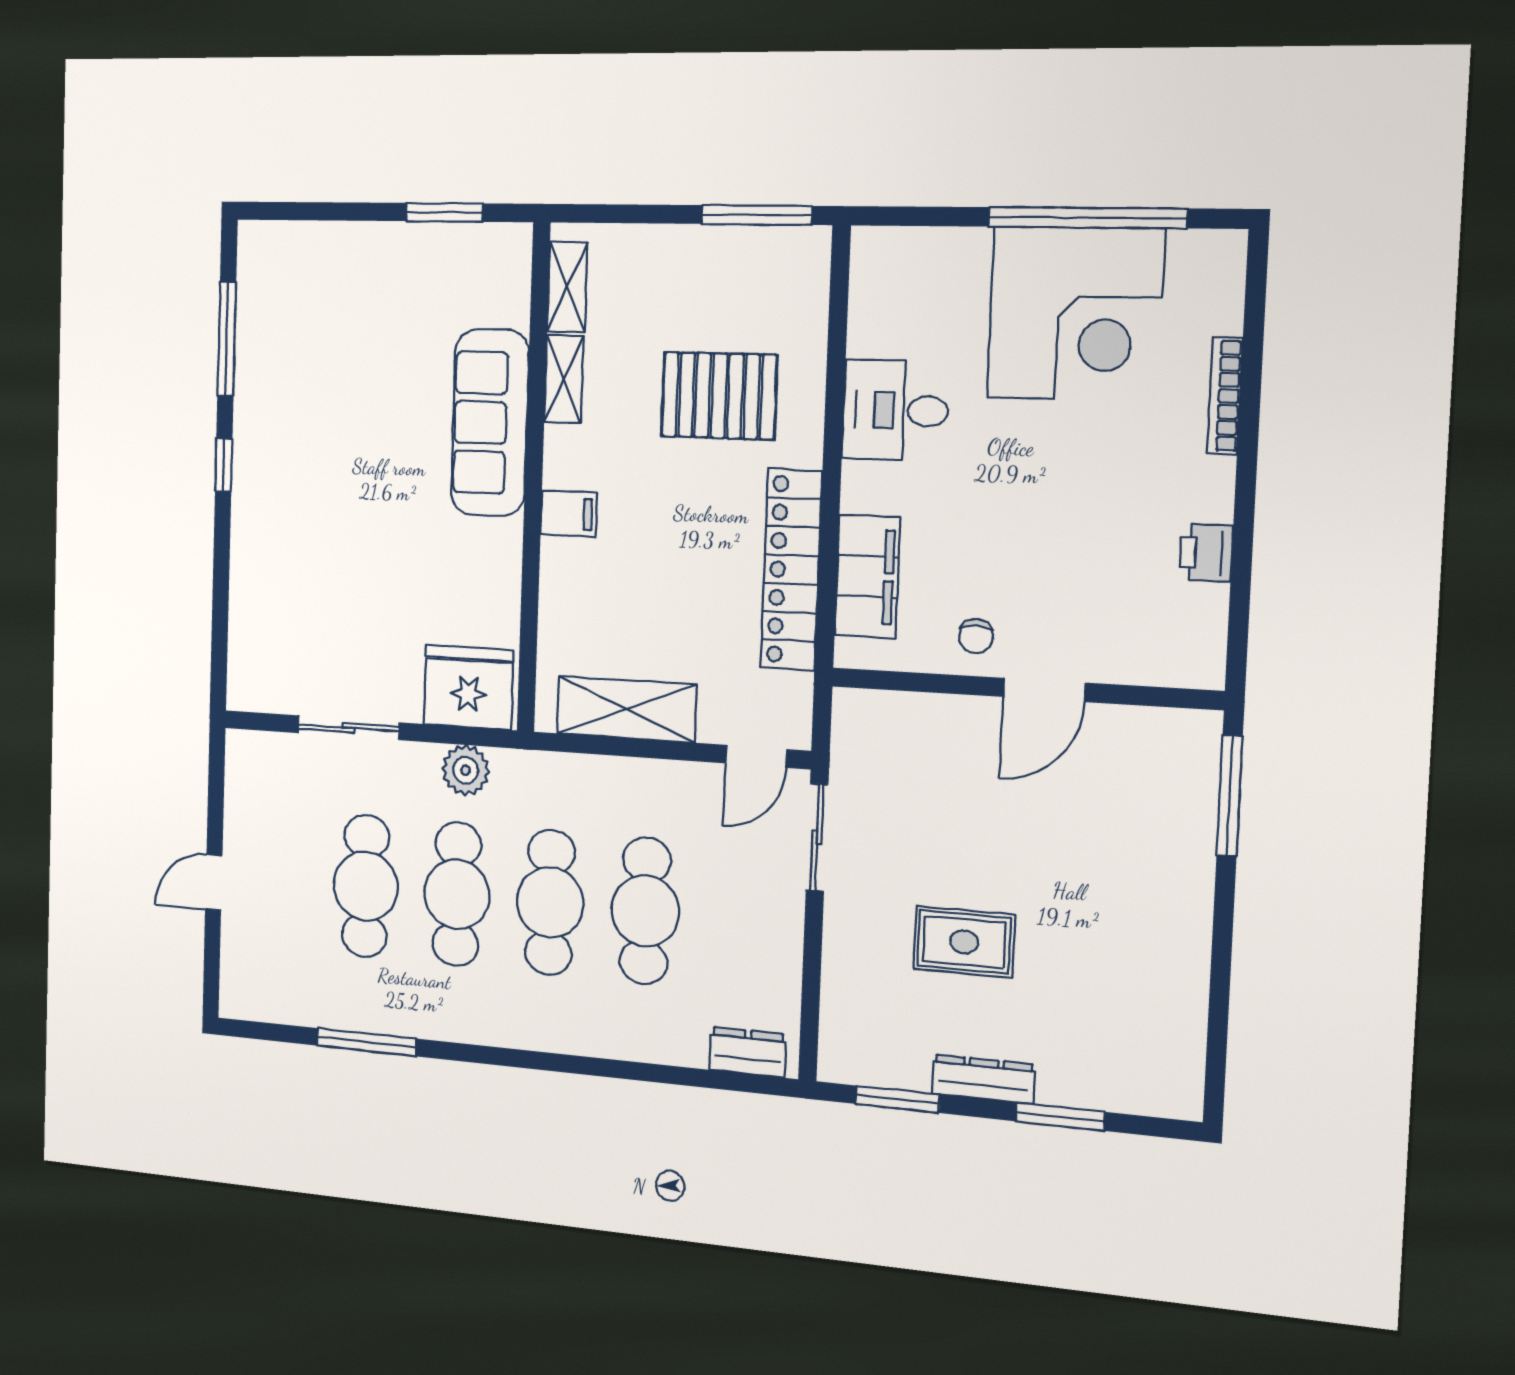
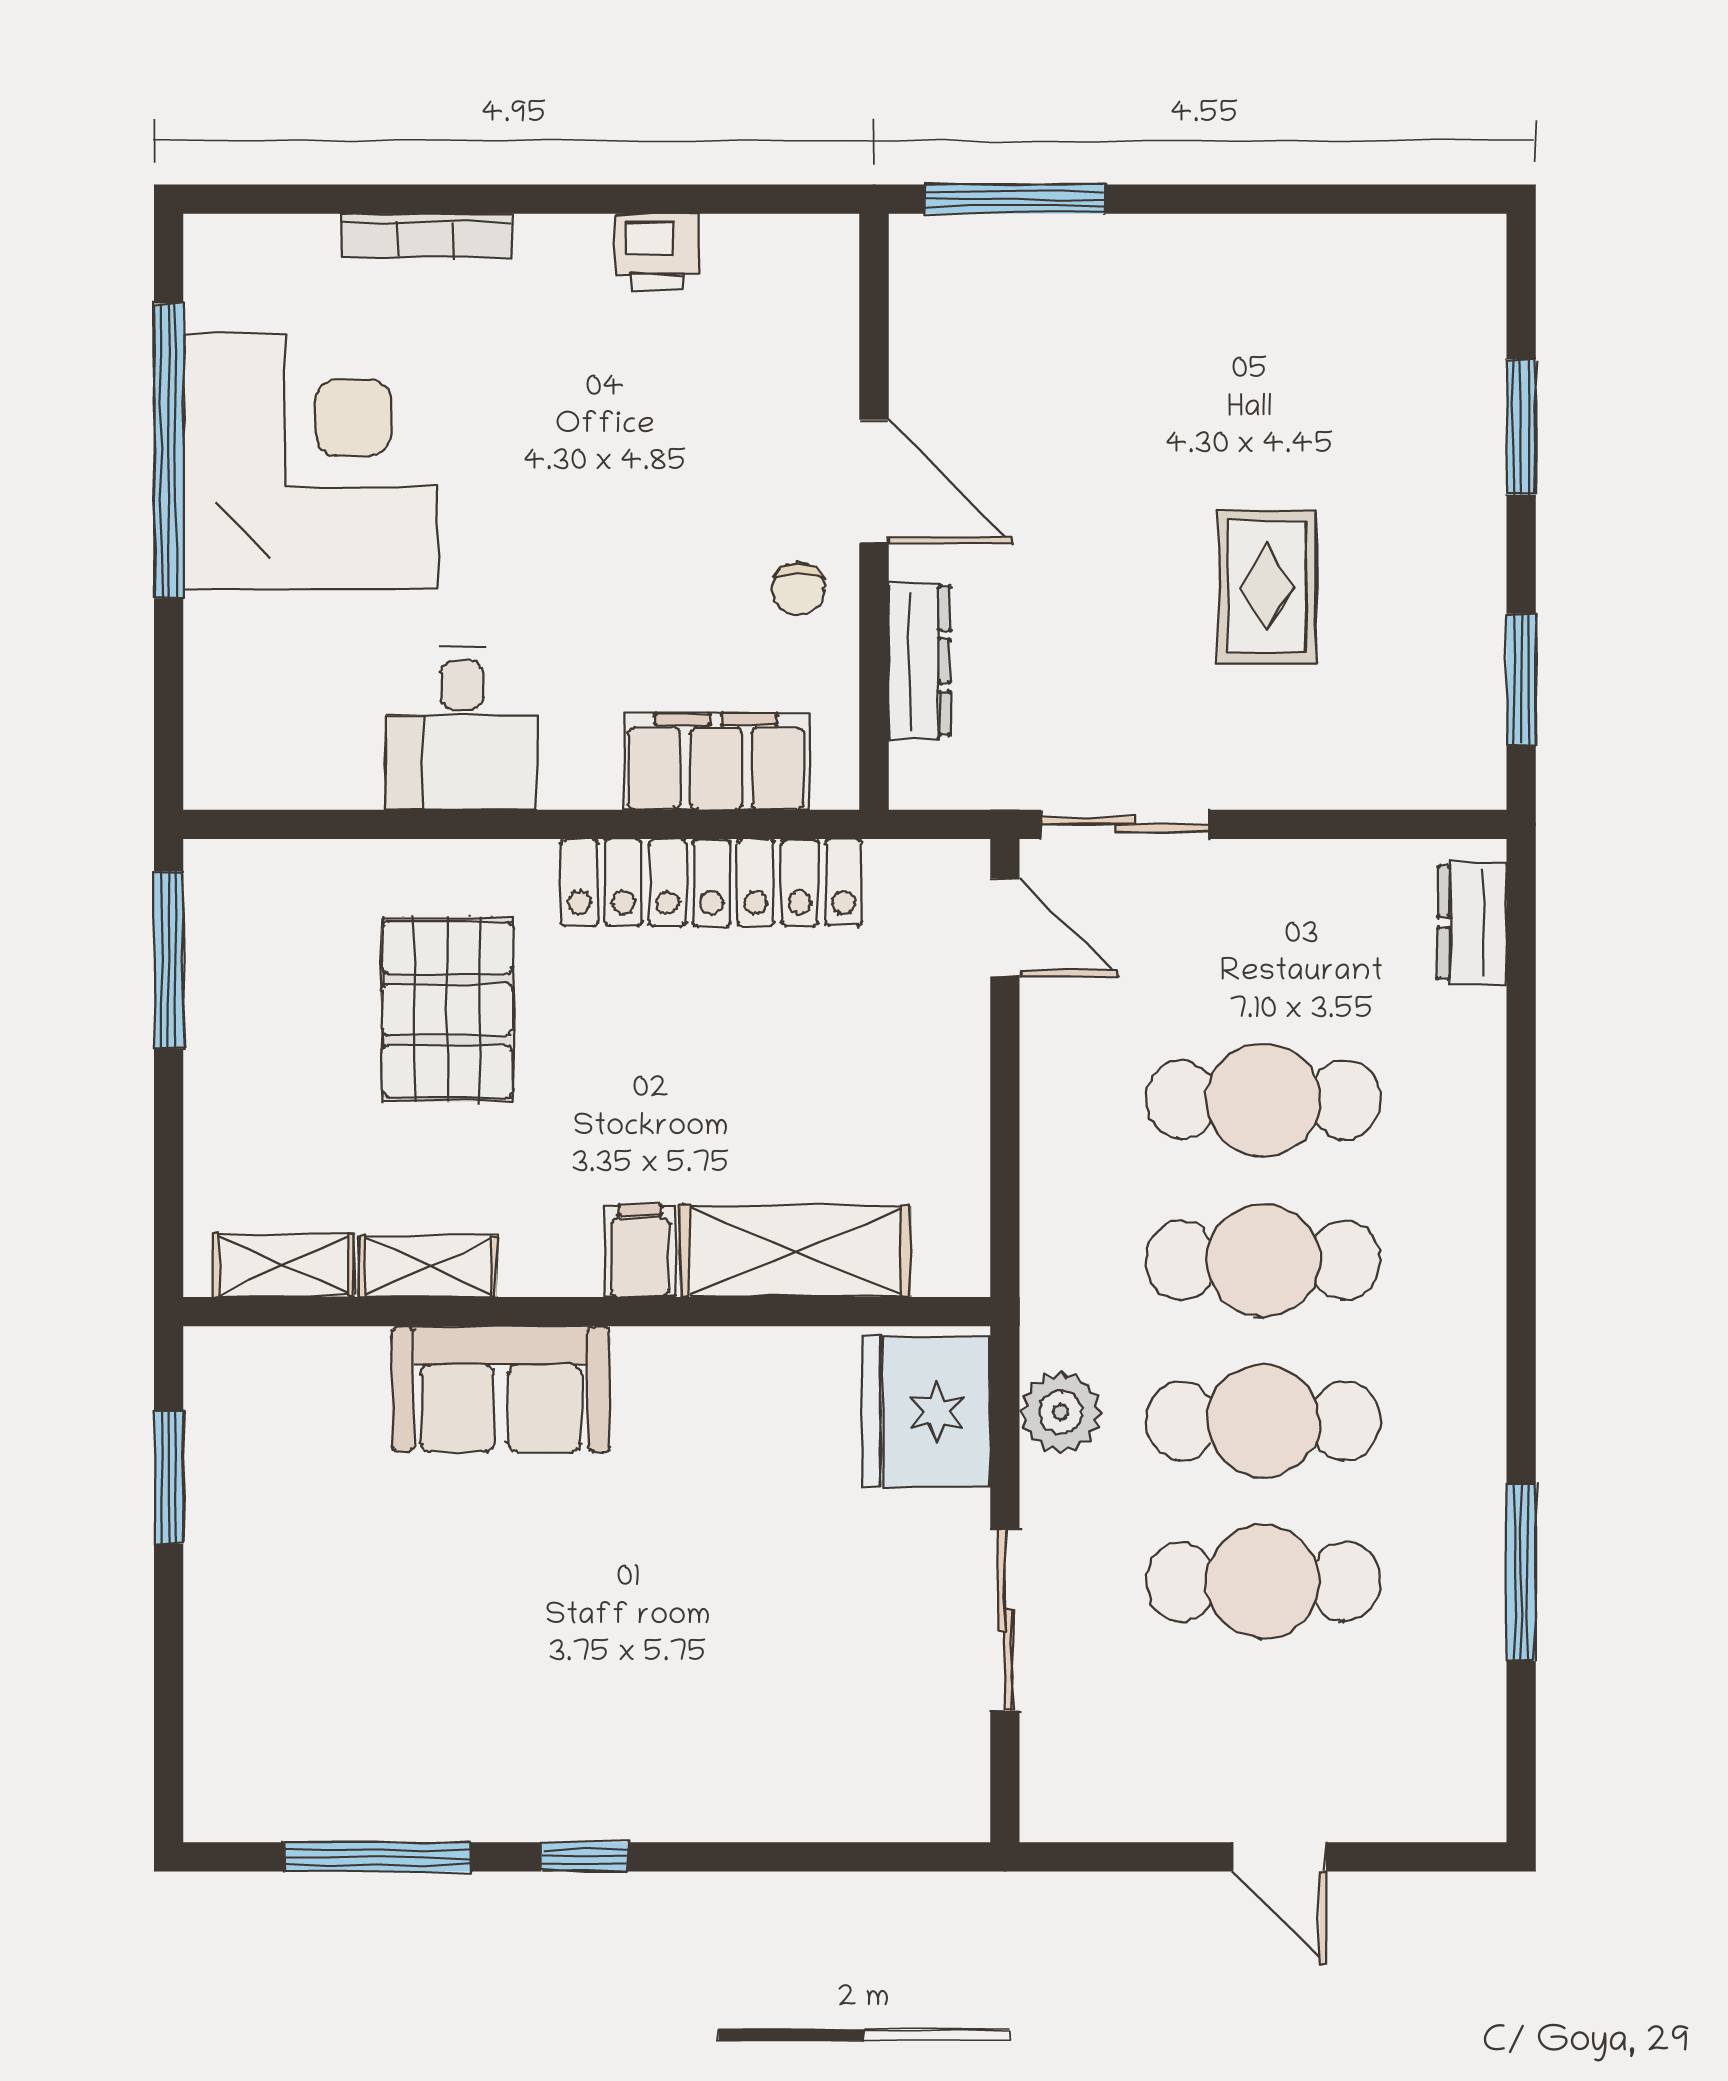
sofa: (490, 423) -> (501, 1389), width x0.73
chair: (976, 636) -> (799, 589), turned 90
shelving: (626, 709) -> (795, 1251), moved, turned 90
dresser: (983, 1079) -> (919, 661), moved, turned 180

